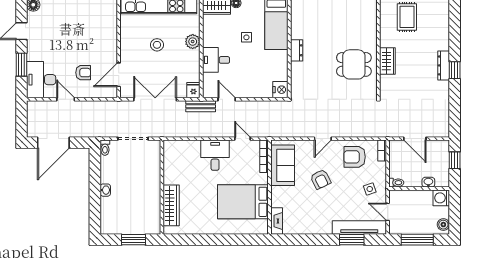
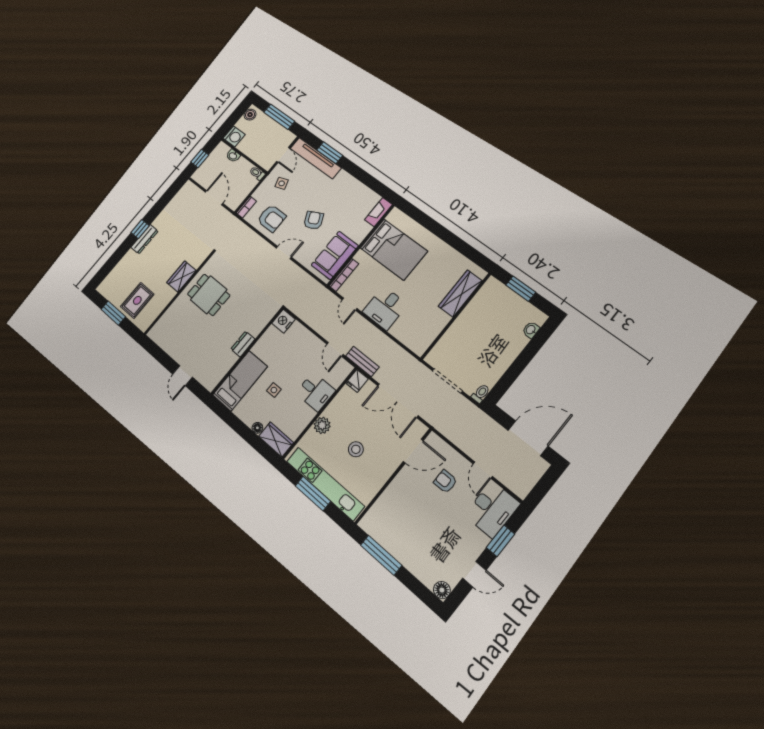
washbasin: (105, 190) -> (531, 330), moved

